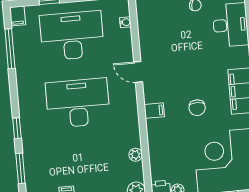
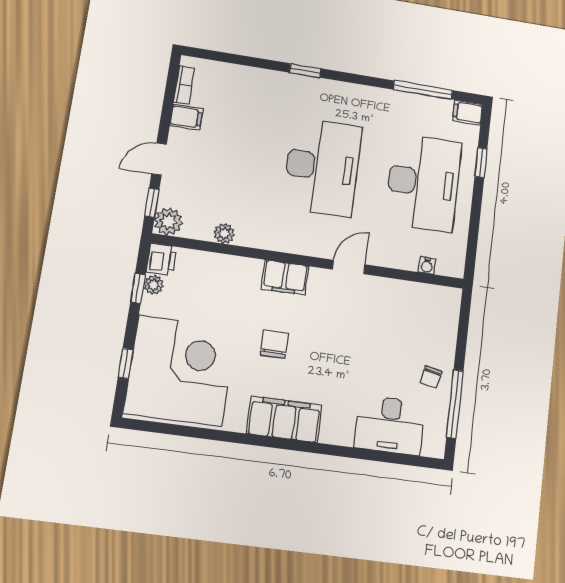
chair: (197, 108) -> (274, 344), turned 90
filing cabinet: (154, 111) -> (285, 278), width x2.00
window: (20, 168) -> (245, 61), removed

